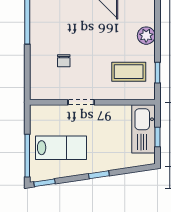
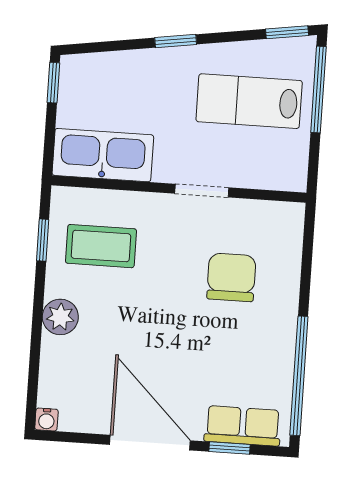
chair: (64, 61) -> (231, 277), width x1.87, depth x1.87
kitchen sink: (143, 129) -> (103, 155), moved, turned -90
window: (157, 137) -> (53, 83), moved

